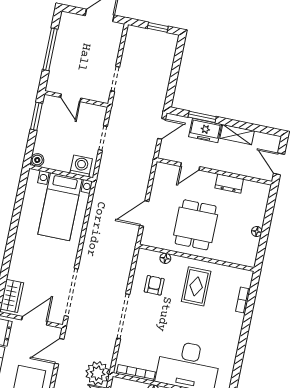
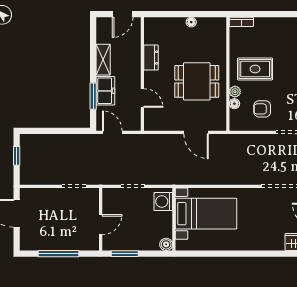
plant: (177, 261) -> (235, 92), added
bookcase: (243, 300) -> (241, 22), moved

